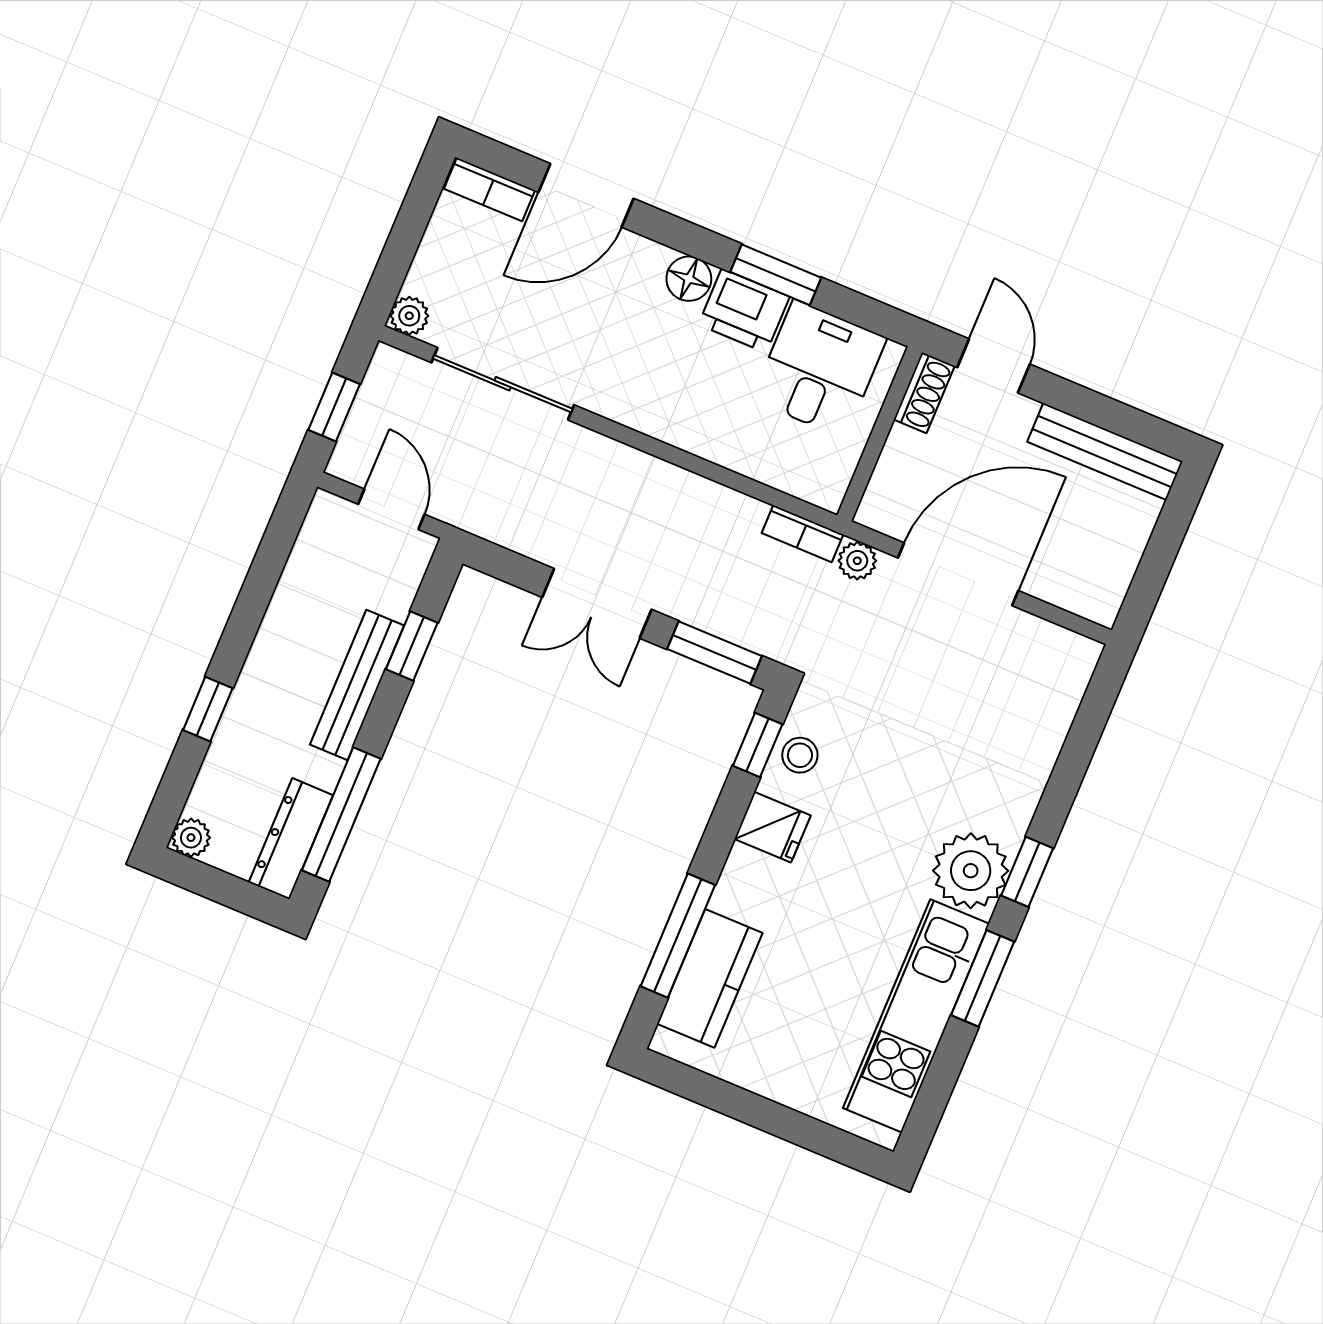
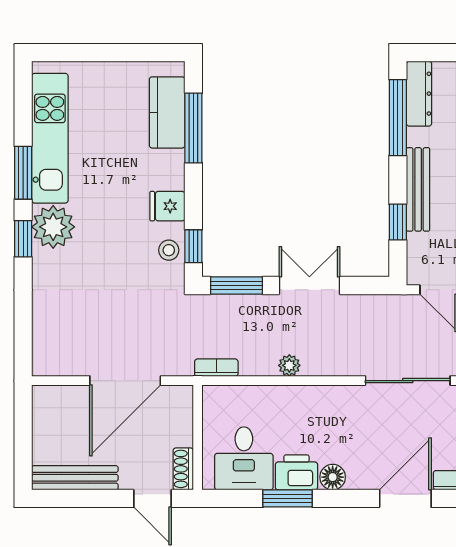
plant: (857, 561) -> (289, 365), moved

